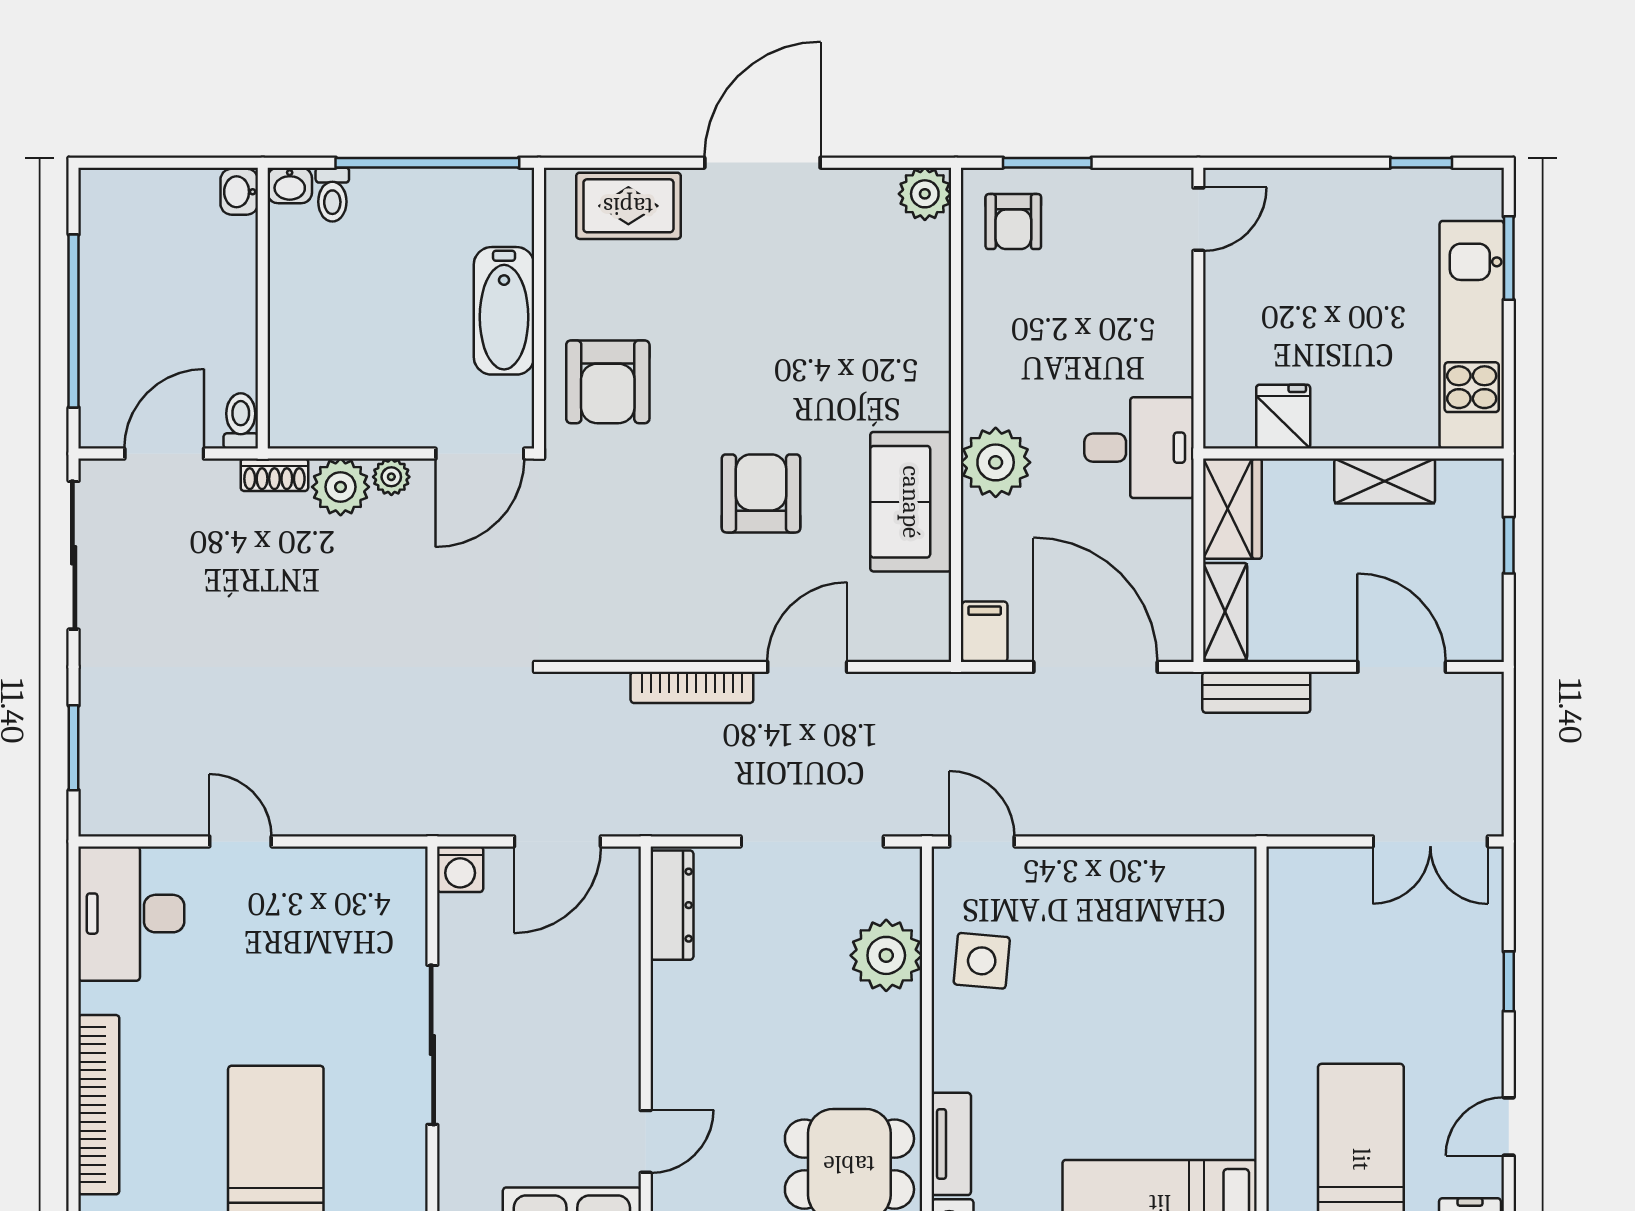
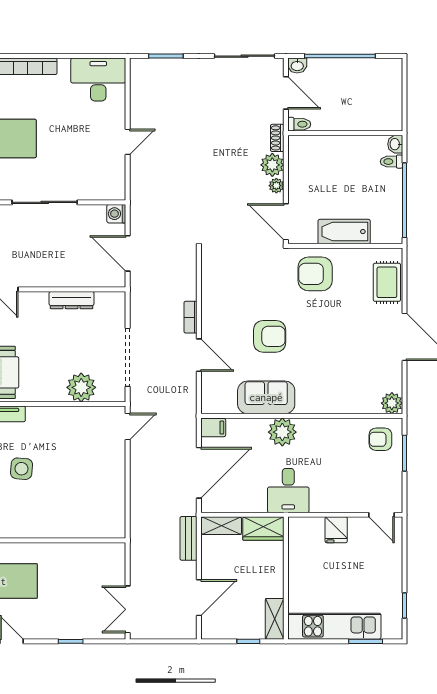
washbasin: (239, 192) -> (297, 66), moved, turned 180
fridge: (1283, 417) -> (336, 530), moved, turned 90
shelving: (1385, 481) -> (275, 619), moved
bookcase: (692, 687) -> (190, 317), width x0.64
door: (240, 841) -> (128, 142), moved
dresser: (672, 905) -> (72, 300), moved
side table: (982, 961) -> (21, 469), moved

